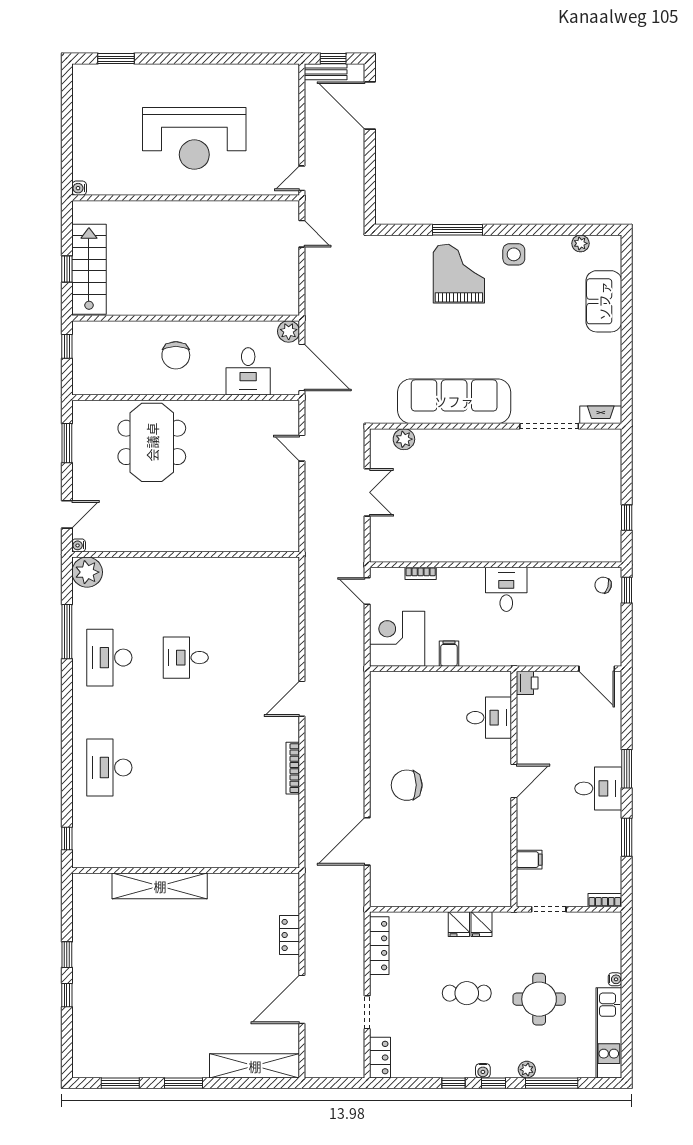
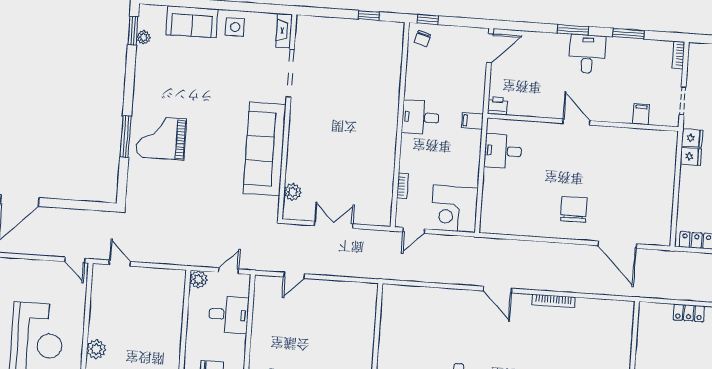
plant: (194, 212) -> (96, 349), added
window: (588, 230) -> (133, 31), added
door: (302, 234) -> (120, 263), hinge flipped
side table: (514, 254) -> (235, 27), moved
door: (302, 367) -> (229, 271), width x0.53
filing cabinet: (449, 654) -> (472, 121), moved
desk: (489, 718) -> (503, 151), moved, turned -90
chair: (407, 785) -> (574, 209), turned 180
fridge: (459, 924) -> (692, 138), moved

